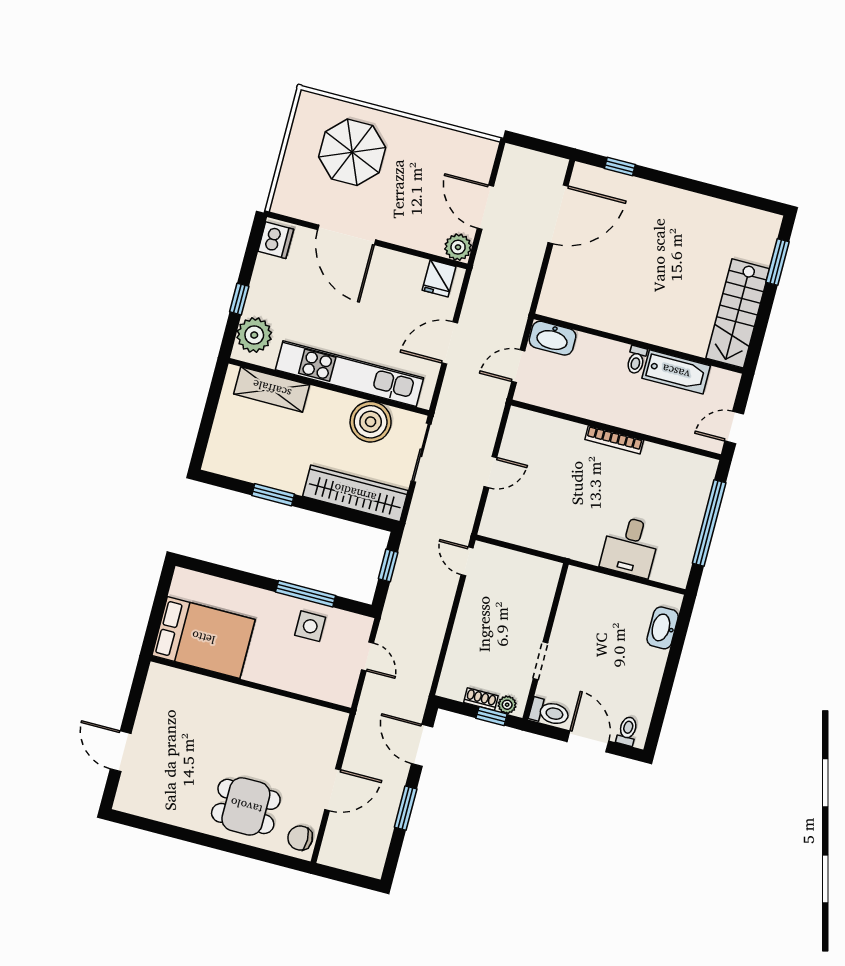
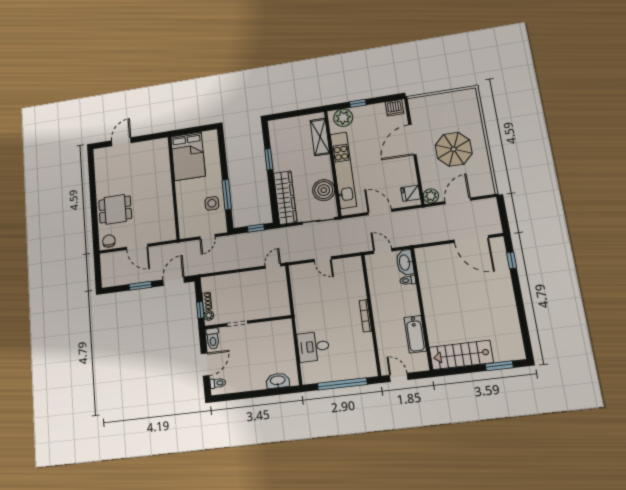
parasol: (352, 152) -> (454, 149), moved
toilet: (636, 360) -> (408, 280), moved
dining table: (246, 806) -> (115, 209), turned 90

